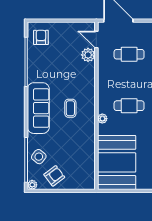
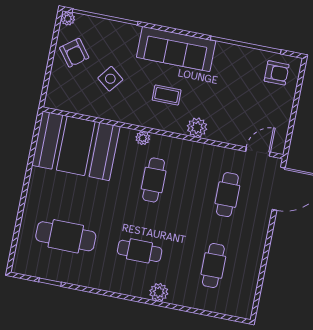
plant: (88, 55) -> (197, 127), moved
side table: (39, 157) -> (110, 79), moved

